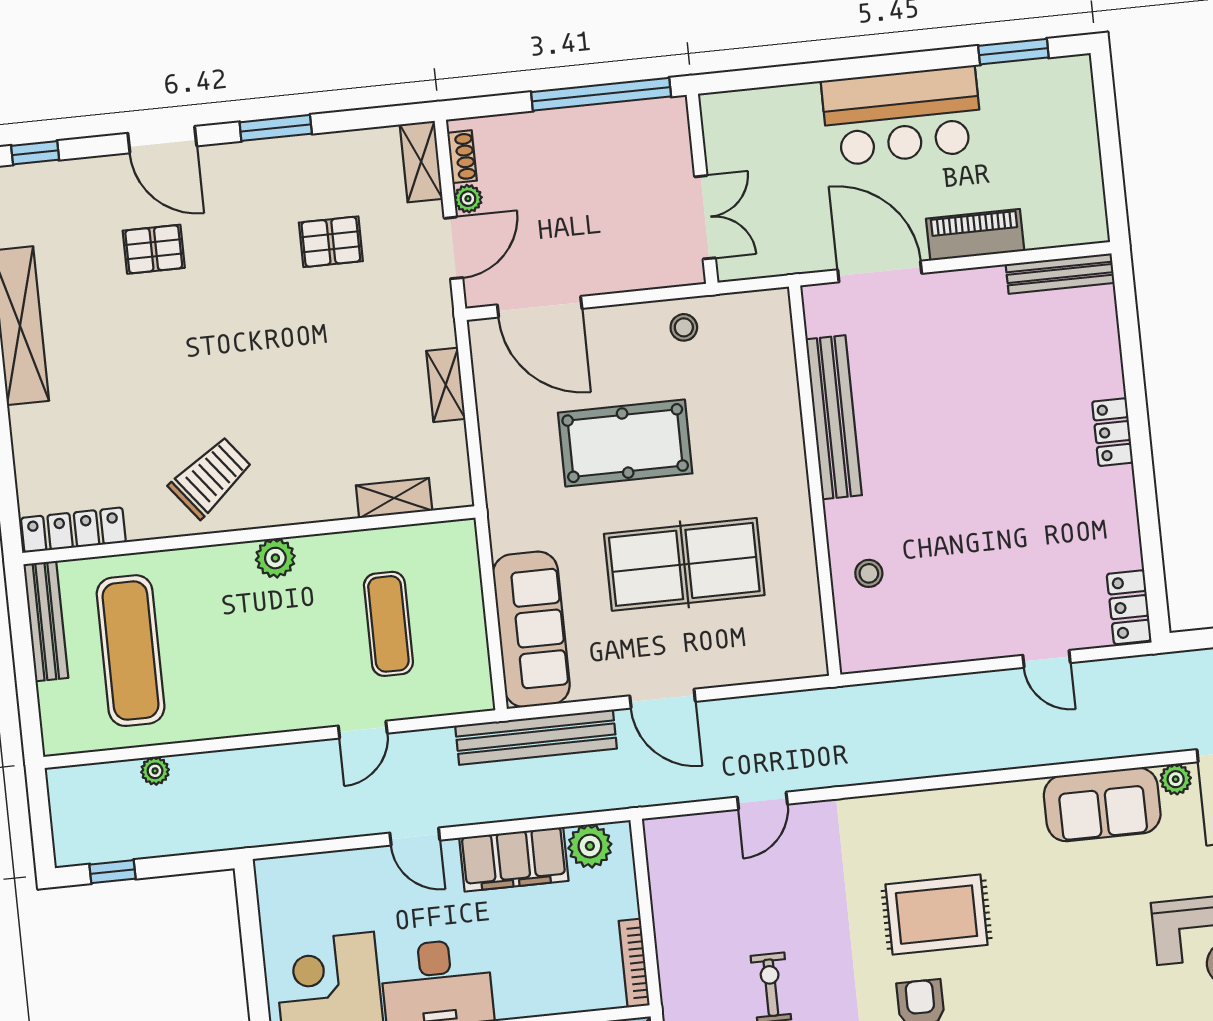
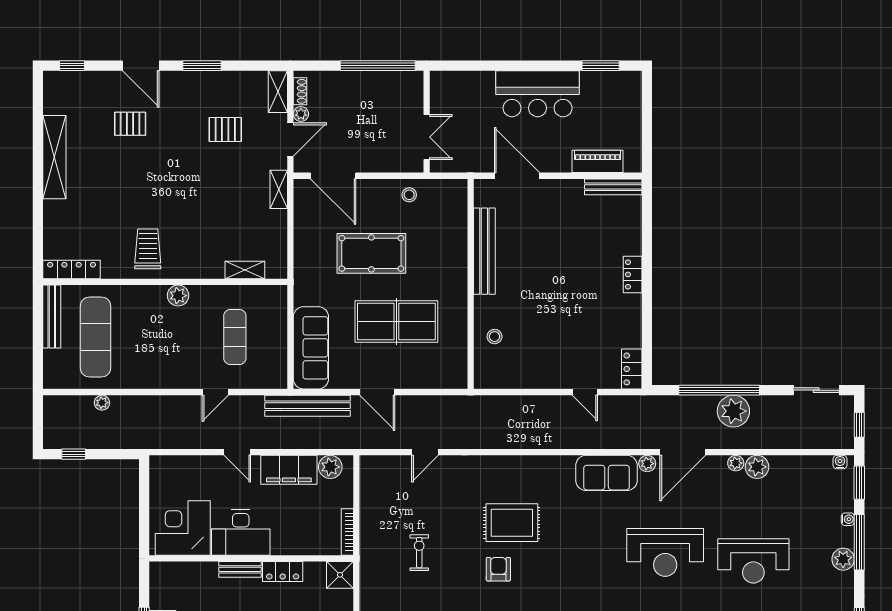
piano: (975, 235) -> (598, 161), moved
shelving: (446, 385) -> (279, 189), moved
trolley: (210, 477) -> (148, 249), turned -52

